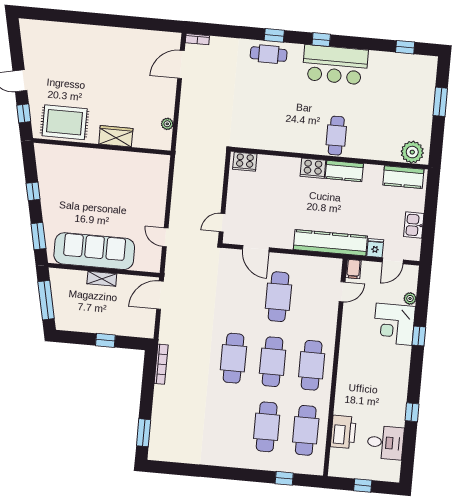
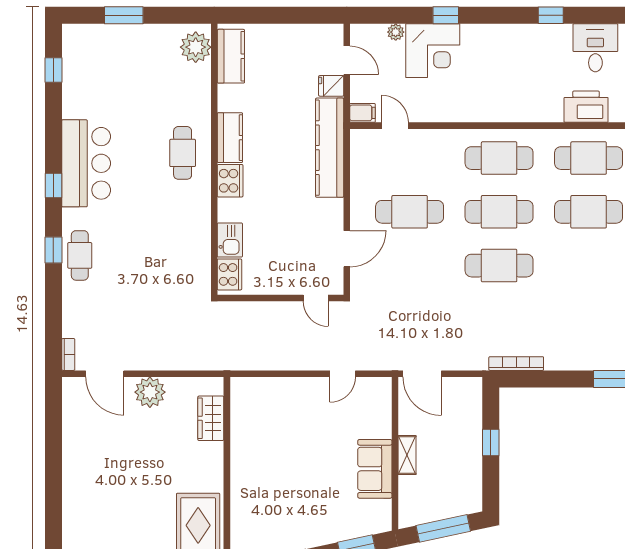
plant: (167, 124) -> (150, 392), moved, width x1.87, depth x1.87
wardrobe: (116, 136) -> (211, 418), moved
cafe table: (336, 136) -> (183, 153), turned 90
kitchen sink: (414, 225) -> (230, 240), moved, turned -90
sofa: (94, 251) -> (375, 469), width x0.54, depth x0.79

